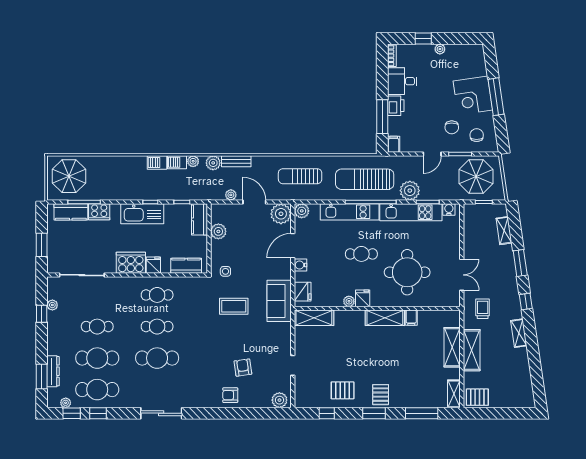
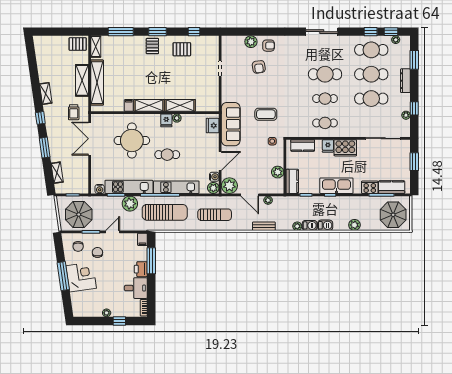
plant: (213, 163) -> (354, 225), moved
water cooler: (300, 265) -> (214, 177), moved
double door: (462, 275) -> (90, 139), width x1.37
sofa: (279, 301) -> (231, 124), width x1.36
shelving: (314, 318) -> (180, 105), moved
cafe table: (97, 327) -> (371, 99), width x1.37, depth x1.35
shelving: (452, 347) -> (97, 83), width x1.47
dresser: (53, 371) -> (405, 81), moved
plant: (279, 400) -> (251, 42), moved

